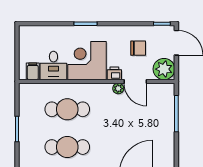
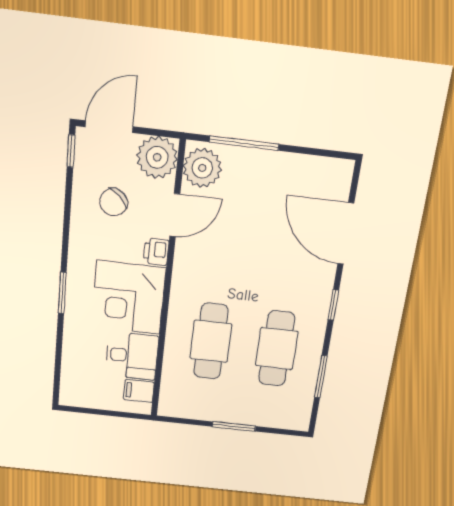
chair: (138, 48) -> (114, 202), turned -137
plant: (118, 89) -> (202, 168), moved, width x1.88, depth x1.88

